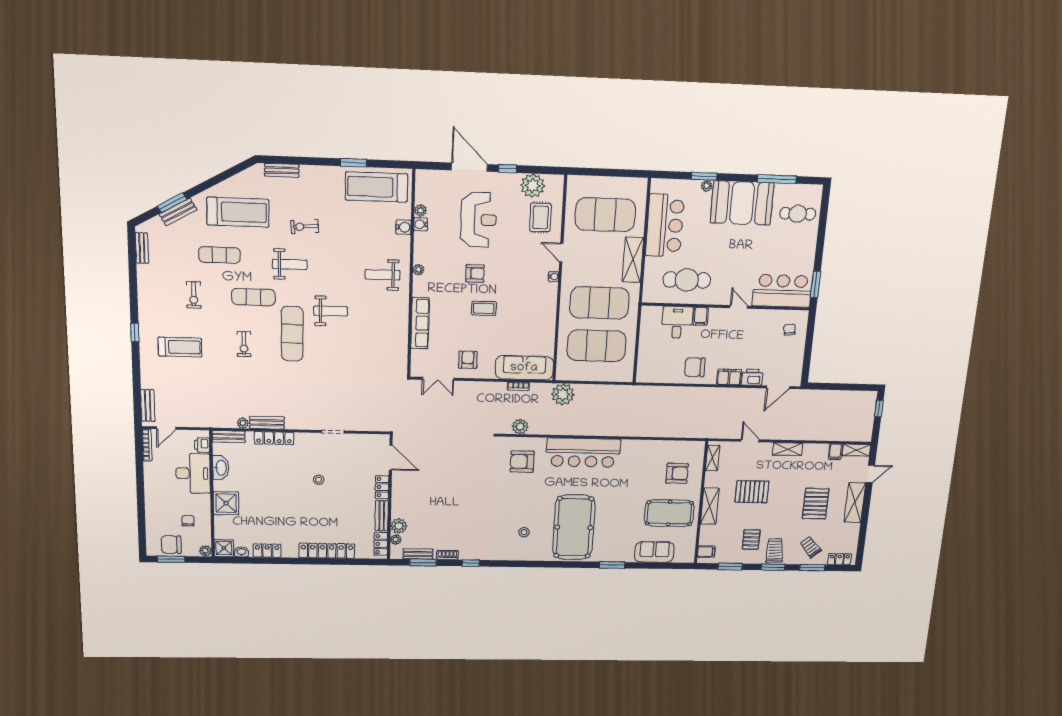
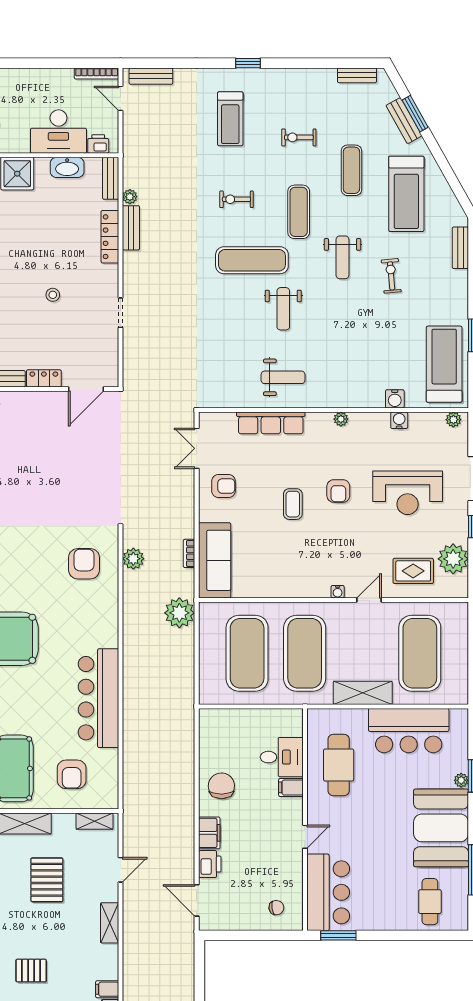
plant: (421, 210) -> (453, 420), moved
weight bench: (383, 275) -> (283, 377), moved, turned 90
bar counter: (583, 453) -> (99, 698), moved
pallet: (816, 504) -> (31, 971), width x0.67, depth x0.71

